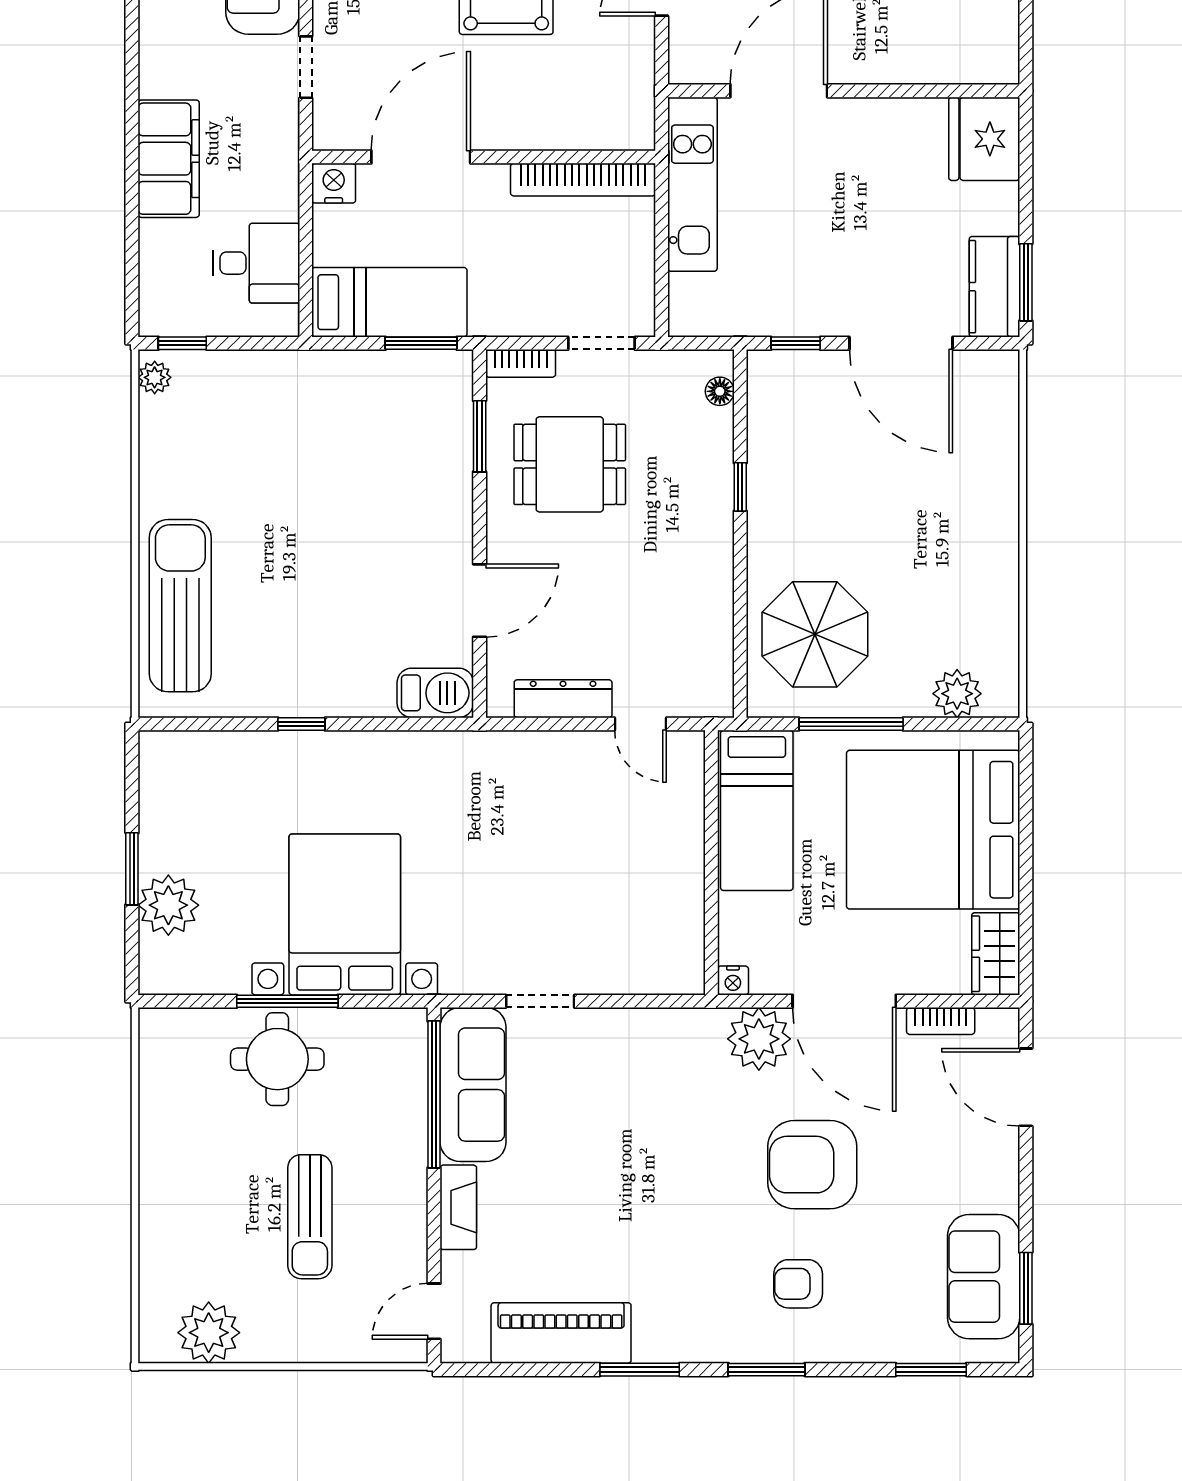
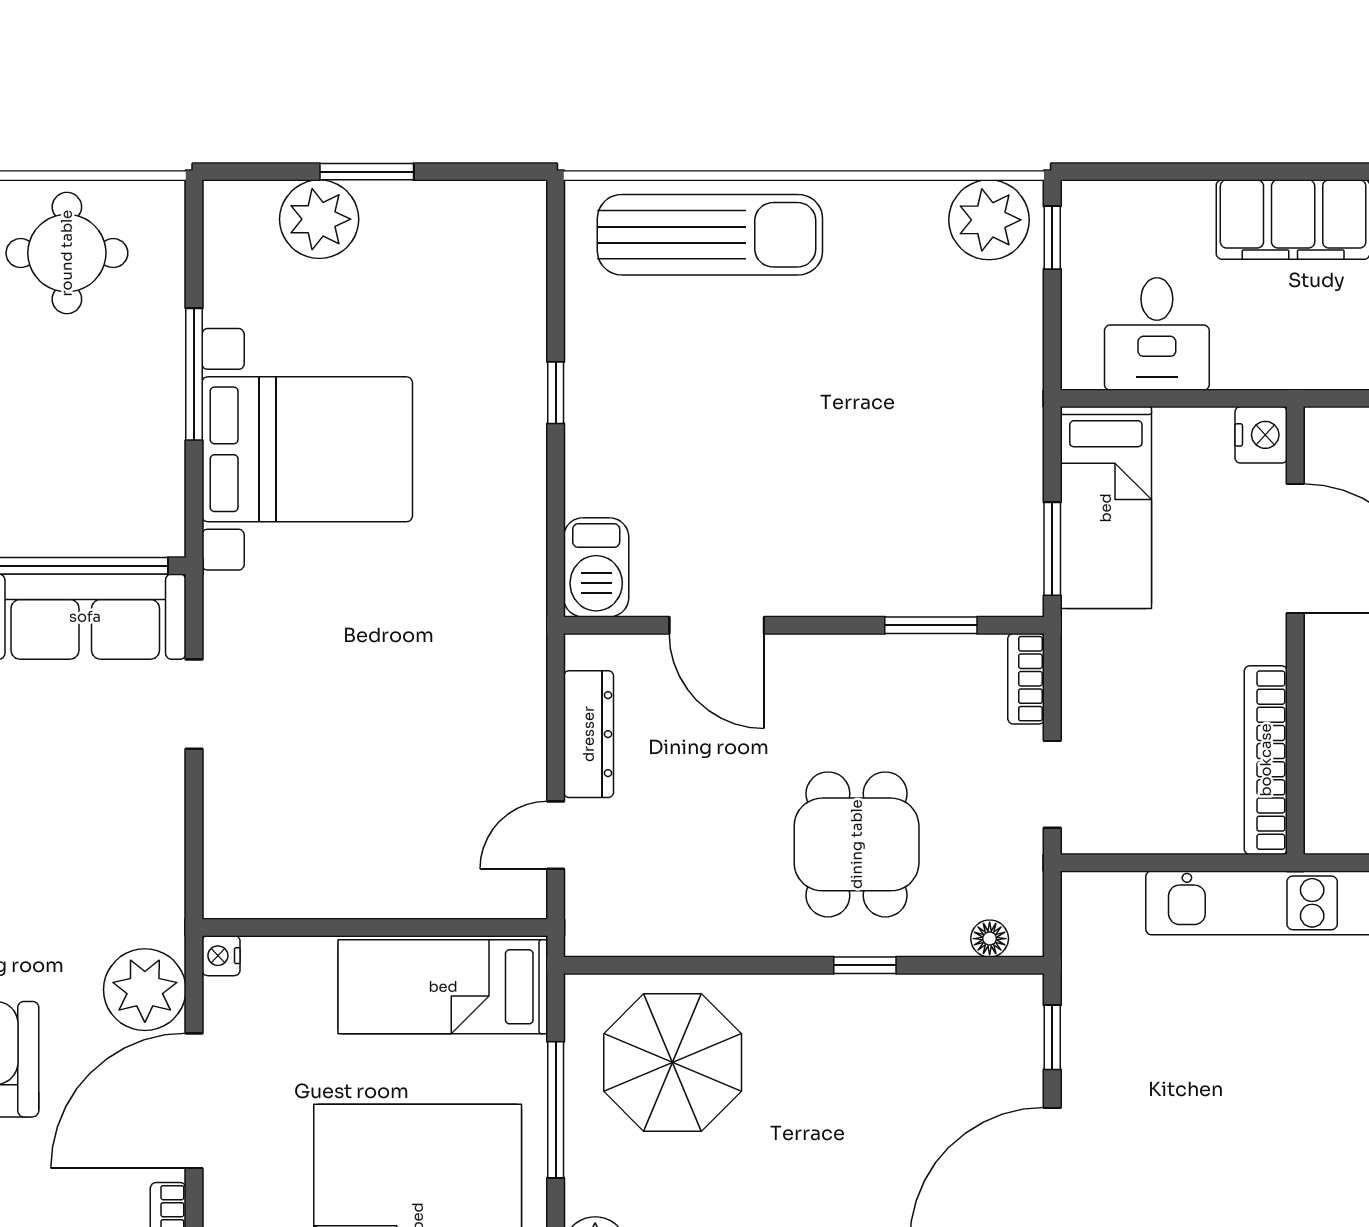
plant: (155, 377) -> (989, 220), width x1.88, depth x1.88
dining table: (570, 464) -> (857, 844), moved
round table: (277, 1059) -> (67, 253), moved

